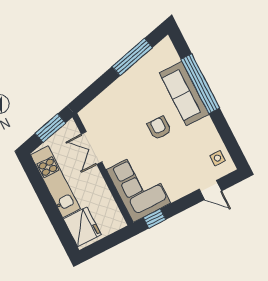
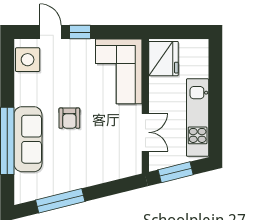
side table: (217, 158) -> (28, 60), width x1.87, depth x1.87
window: (155, 219) -> (80, 32), moved
fridge: (82, 227) -> (163, 59), moved, turned 180

